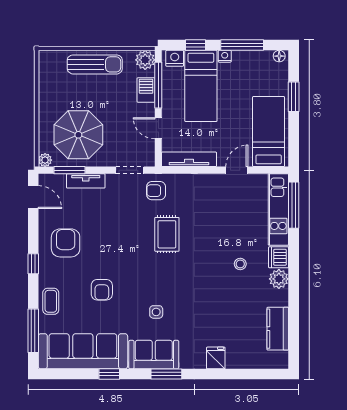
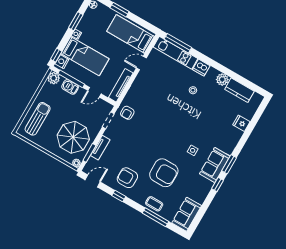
window: (195, 45) -> (56, 55), moved
window: (242, 45) -> (76, 21), width x0.69
sun lounger: (95, 64) -> (38, 119), moved
door: (237, 170) -> (141, 63), hinge flipped
rug: (167, 234) -> (154, 121), removed
window: (33, 264) -> (119, 196), moved
plant: (279, 279) -> (222, 80), moved
armchair: (102, 290) -> (164, 173), width x1.88, depth x1.88
window: (33, 331) -> (156, 217), moved
sofa: (83, 351) -> (187, 214), width x0.54, depth x0.79
fridge: (216, 358) -> (241, 123), moved
window: (109, 374) -> (218, 185), moved

